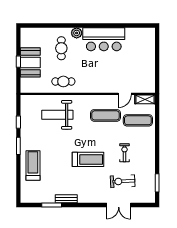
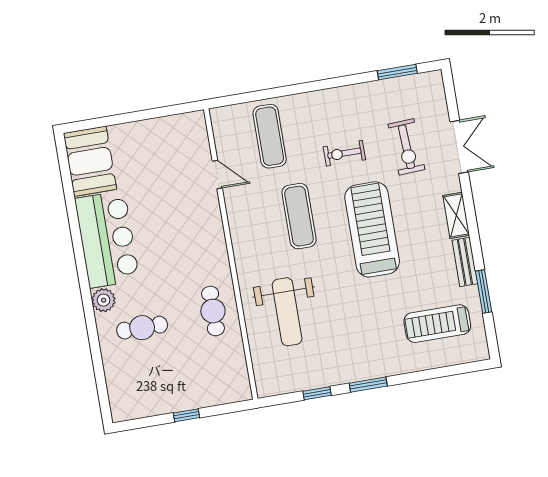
booth: (30, 62) -> (90, 161), moved, turned 90
shelving: (145, 99) -> (456, 215), moved
exercise mat: (106, 115) -> (299, 216), moved
treadmill: (88, 159) -> (372, 229), width x1.37, depth x1.38
treadmill: (33, 165) -> (437, 324), moved

